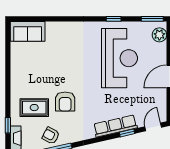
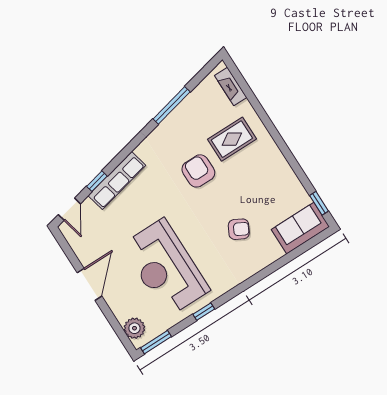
window: (8, 125) -> (319, 203), moved
armchair: (51, 136) -> (239, 229), moved

